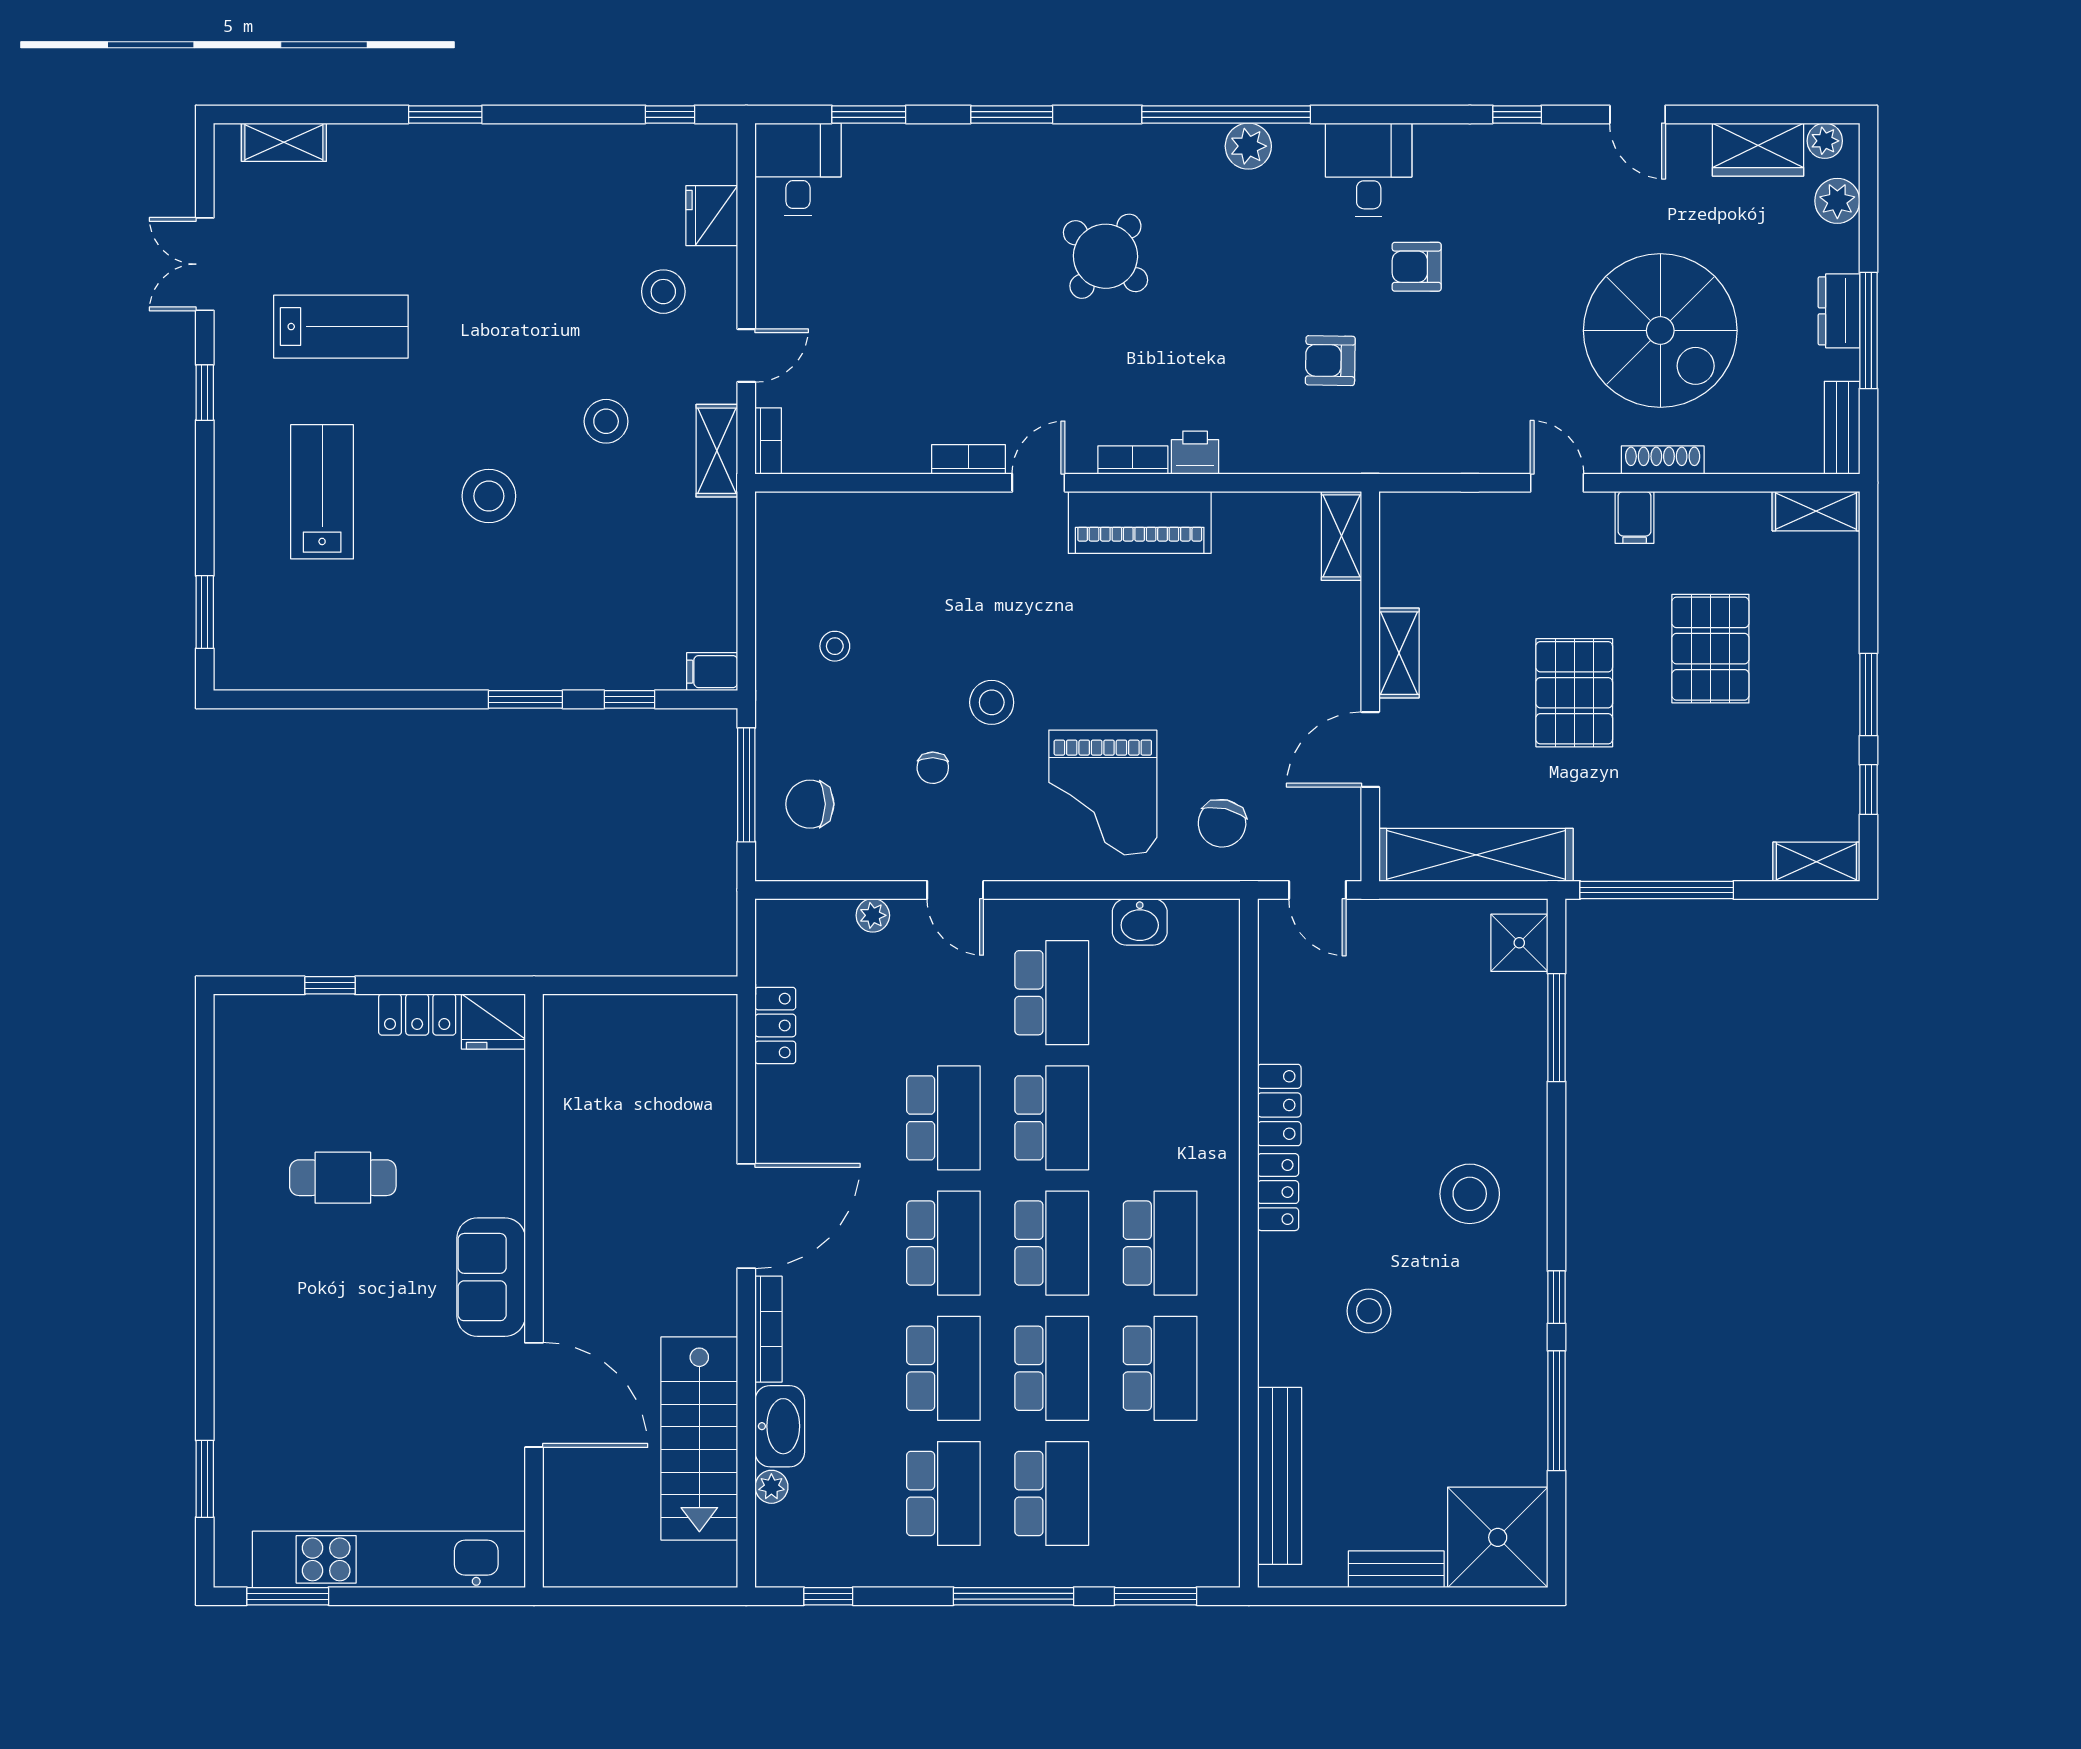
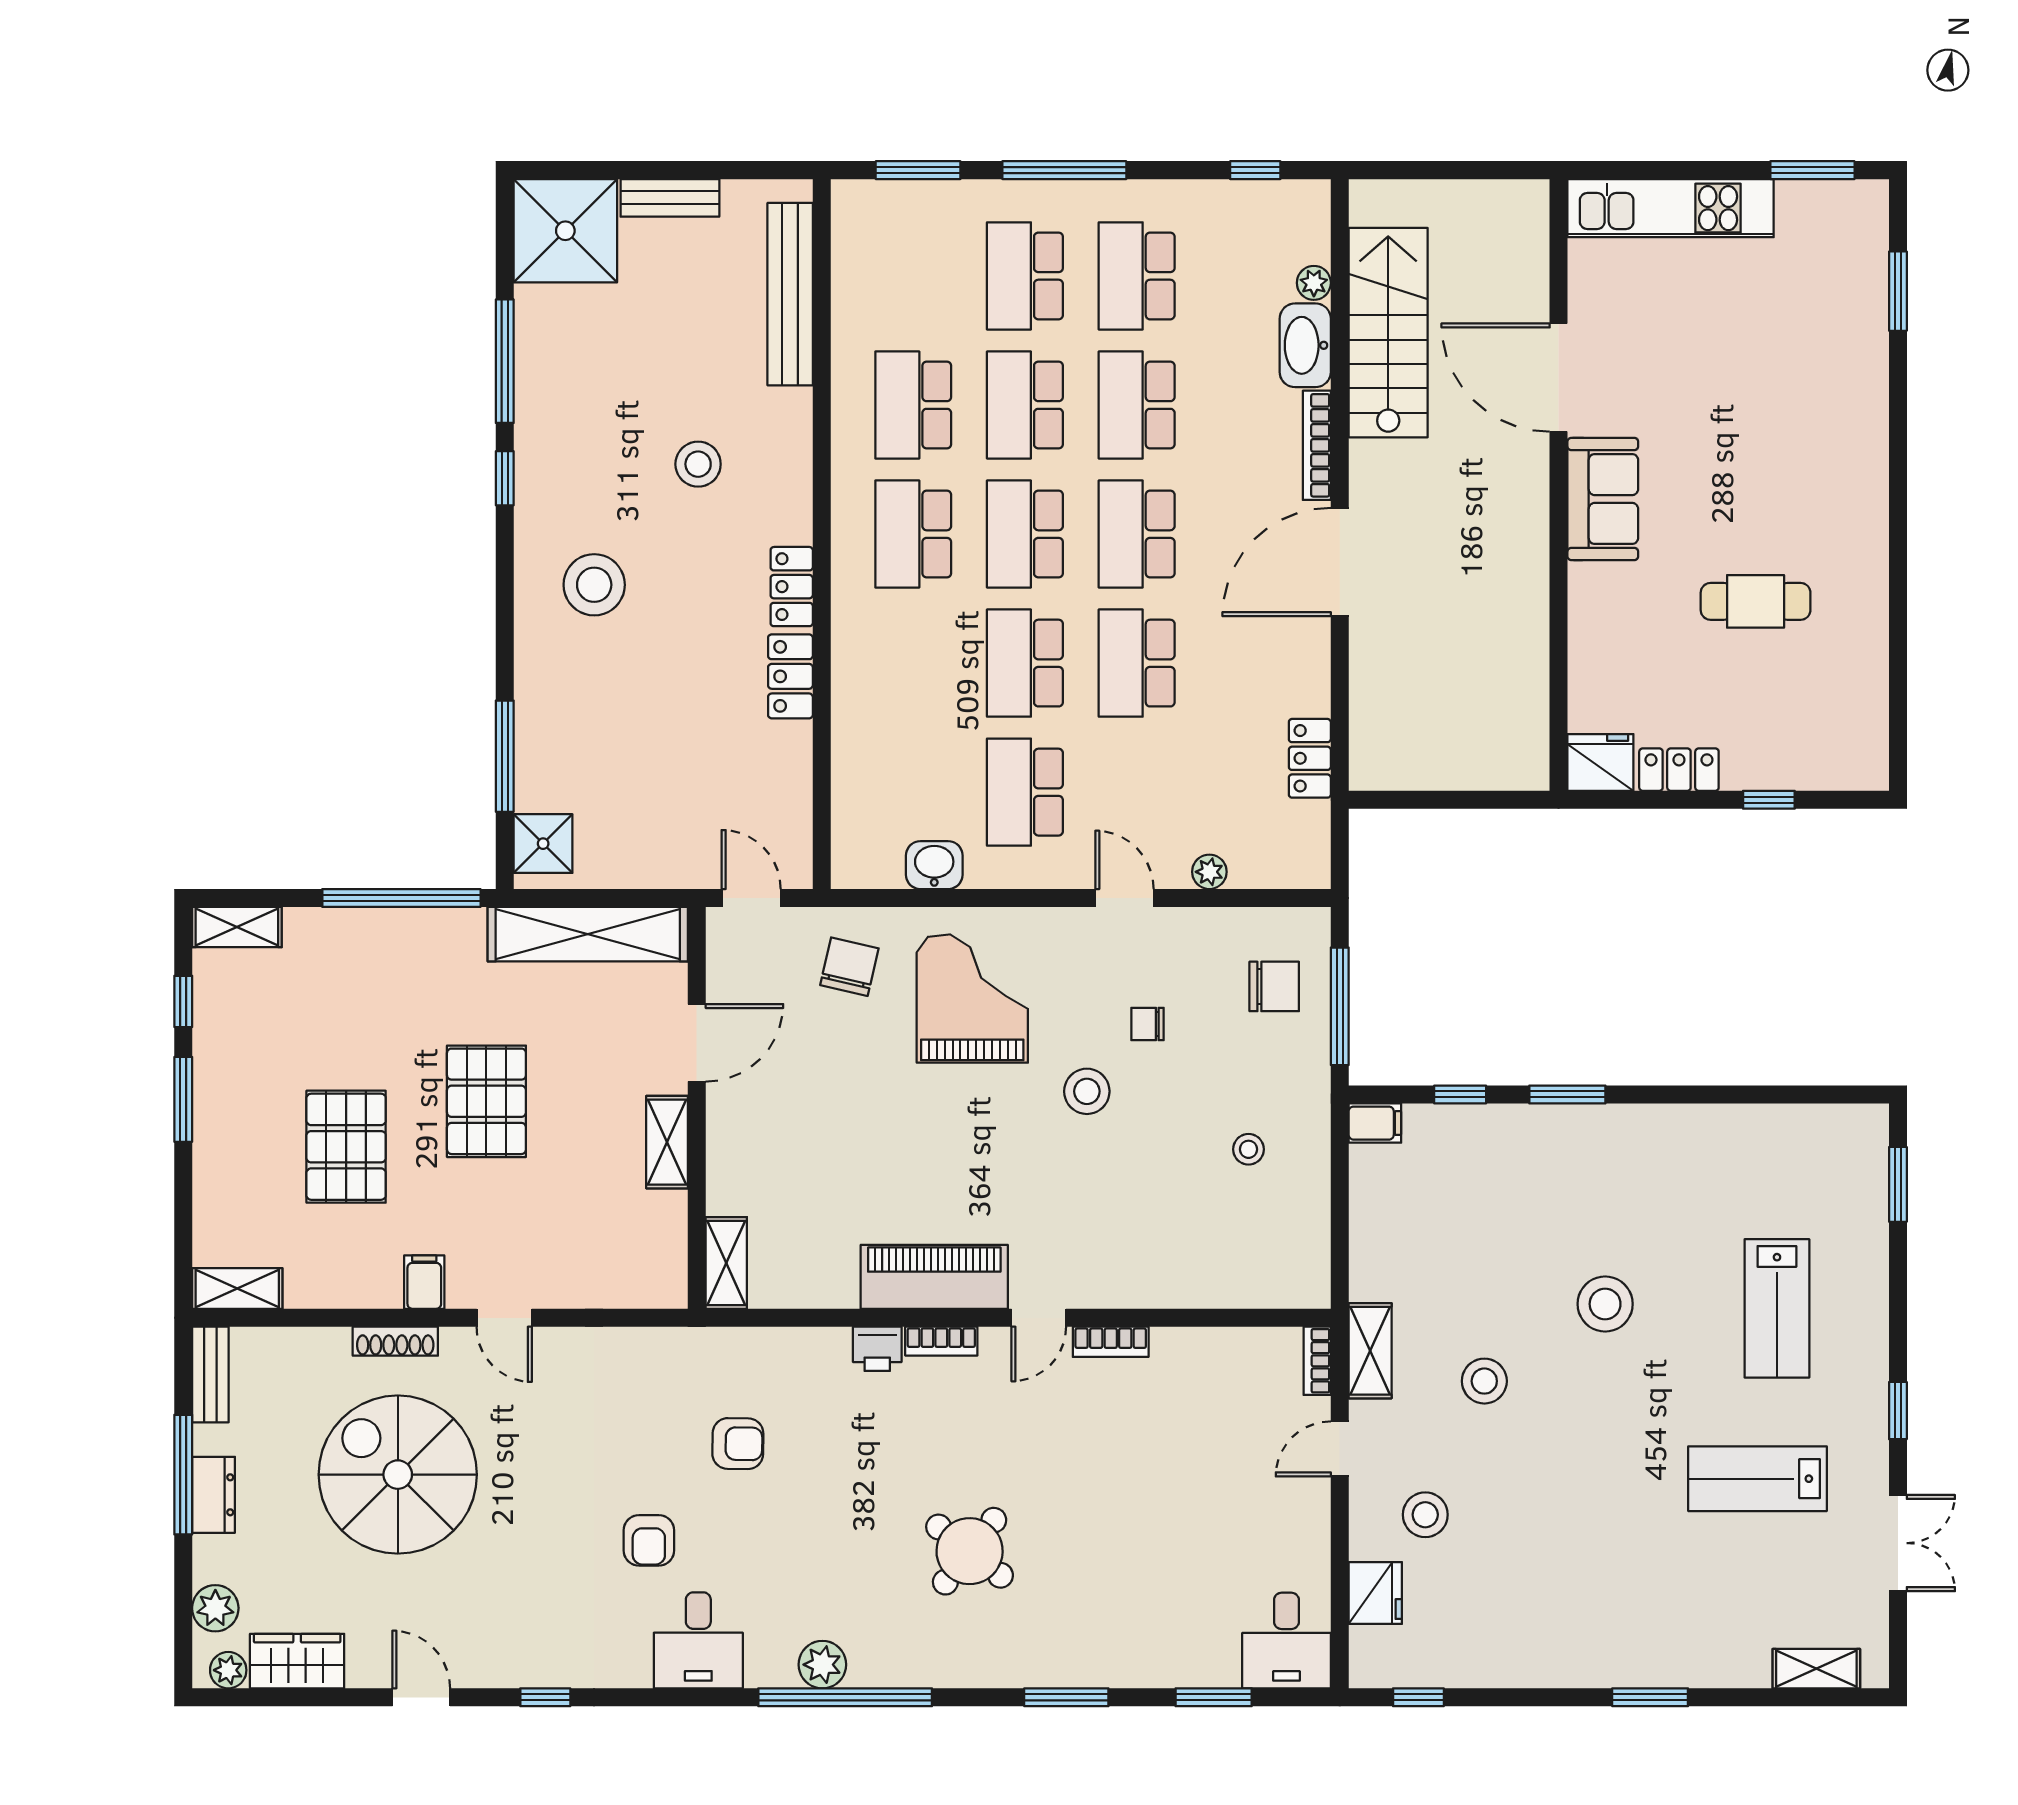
armchair: (1417, 267) -> (649, 1540), turned 90
chair: (933, 768) -> (1148, 1024), turned -91
kitchen unit: (389, 1559) -> (1671, 208), width x0.73

